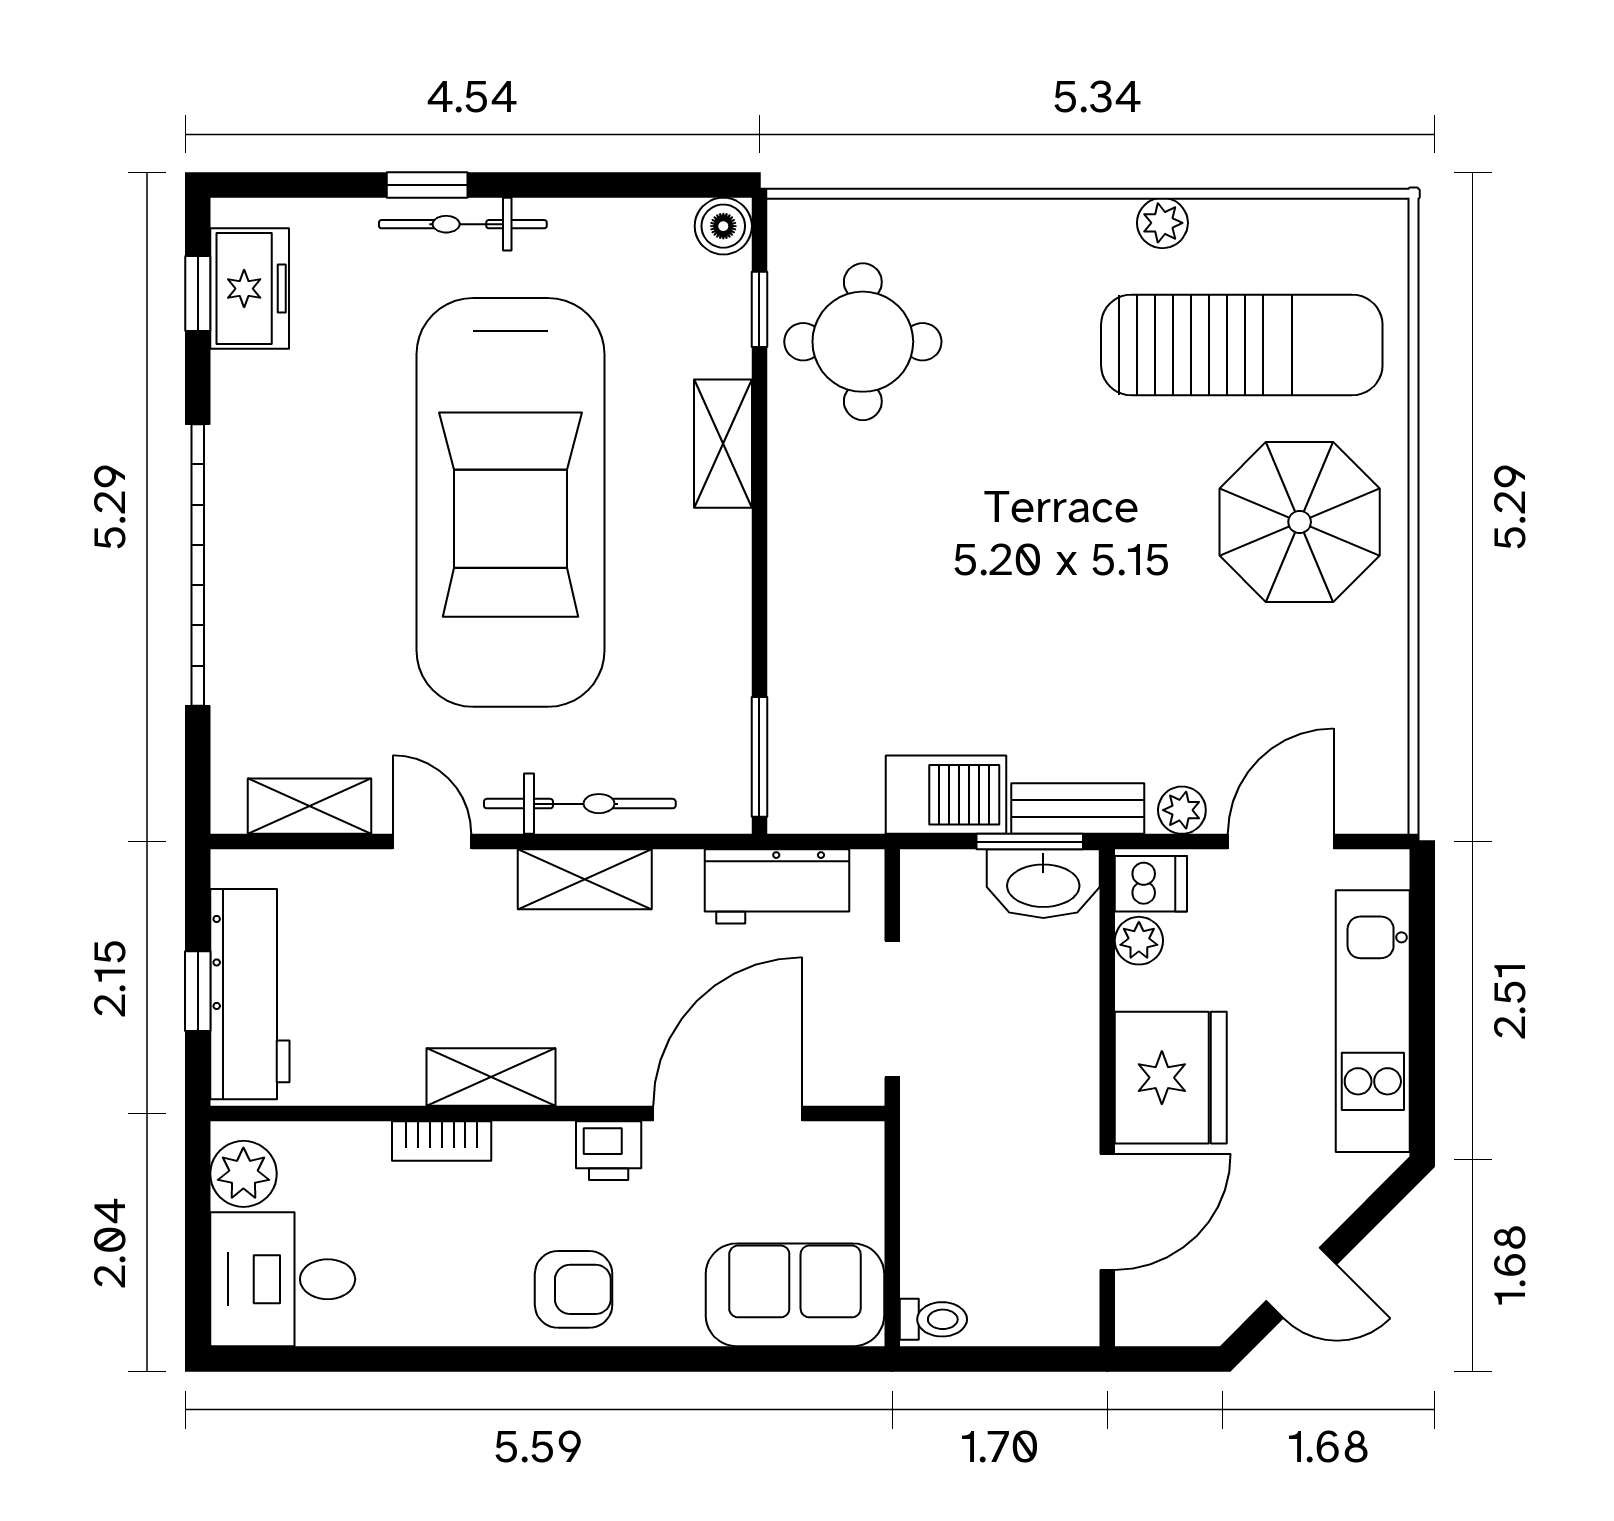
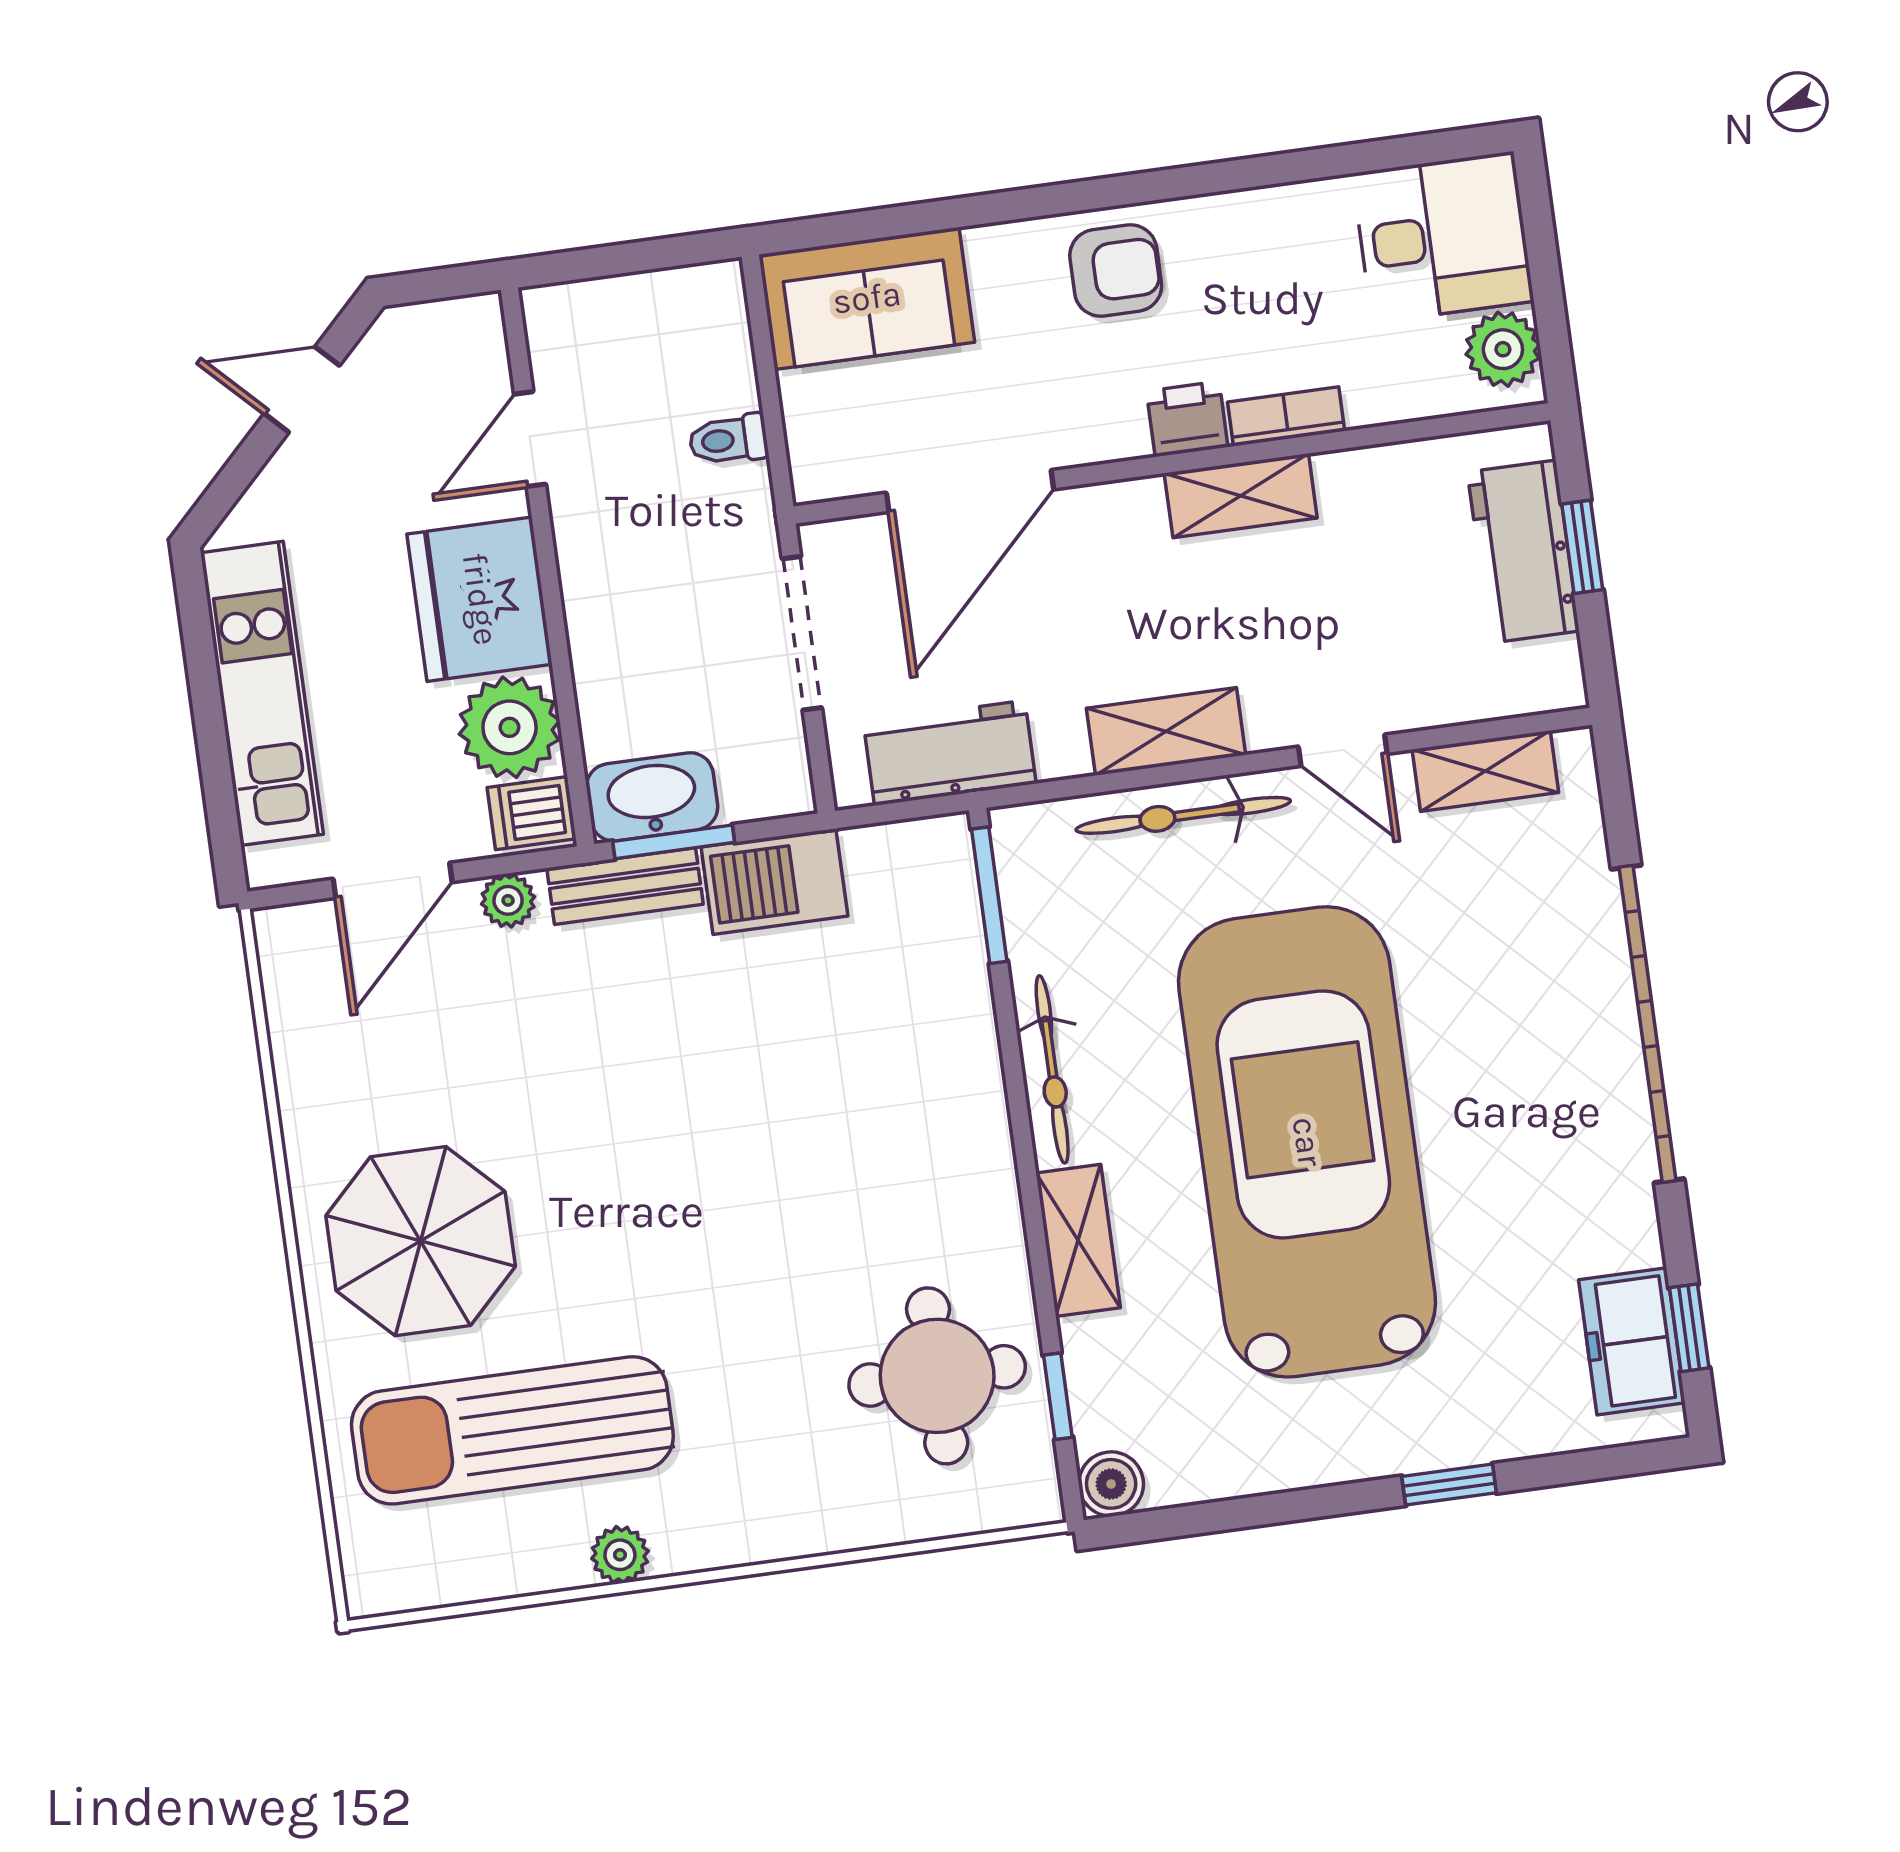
bicycle: (463, 224) -> (1052, 1069), moved, turned 90
plant: (1139, 941) -> (509, 727), width x1.87, depth x1.87
workbench: (250, 994) -> (1523, 552), width x0.73
printer: (609, 1151) -> (1187, 419), moved
door: (1107, 1212) -> (530, 439), width x0.73
armchair: (574, 1289) -> (1116, 271), turned 180
toilet: (933, 1319) -> (728, 440), moved

